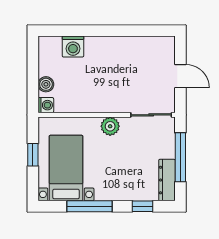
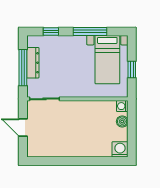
washing machine: (73, 46) -> (120, 149), moved
plant: (110, 126) -> (75, 90), removed
dresser: (167, 180) -> (33, 63), moved

